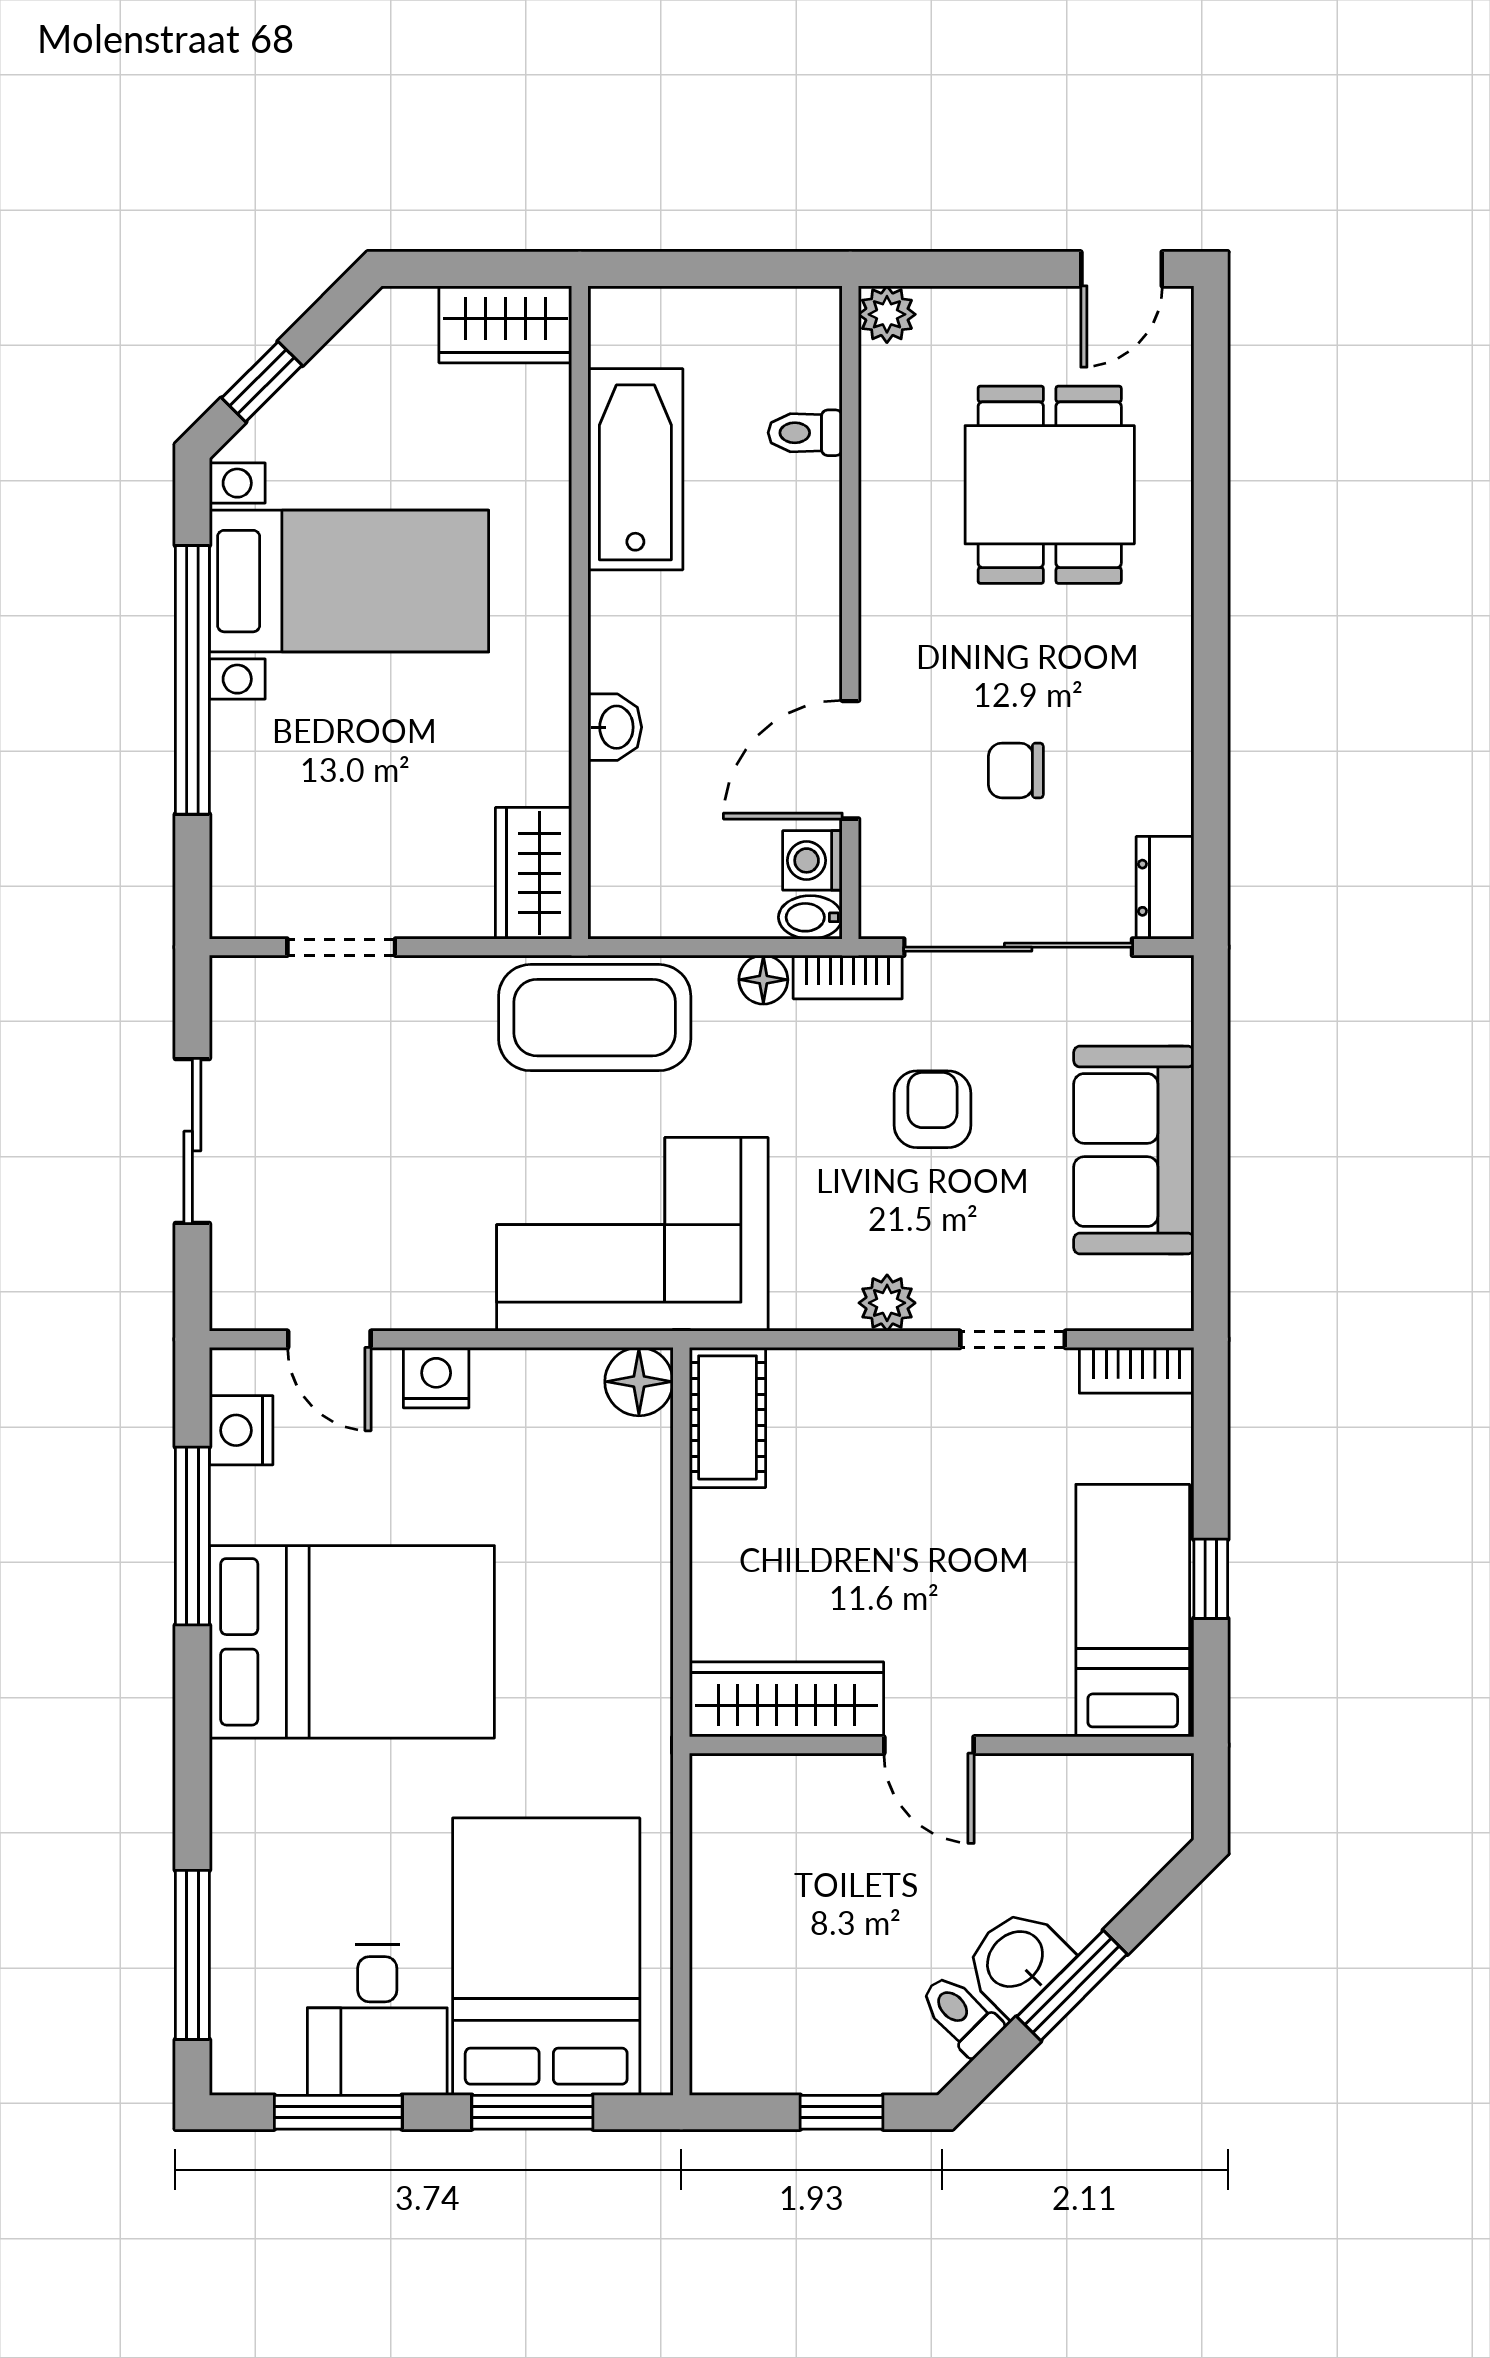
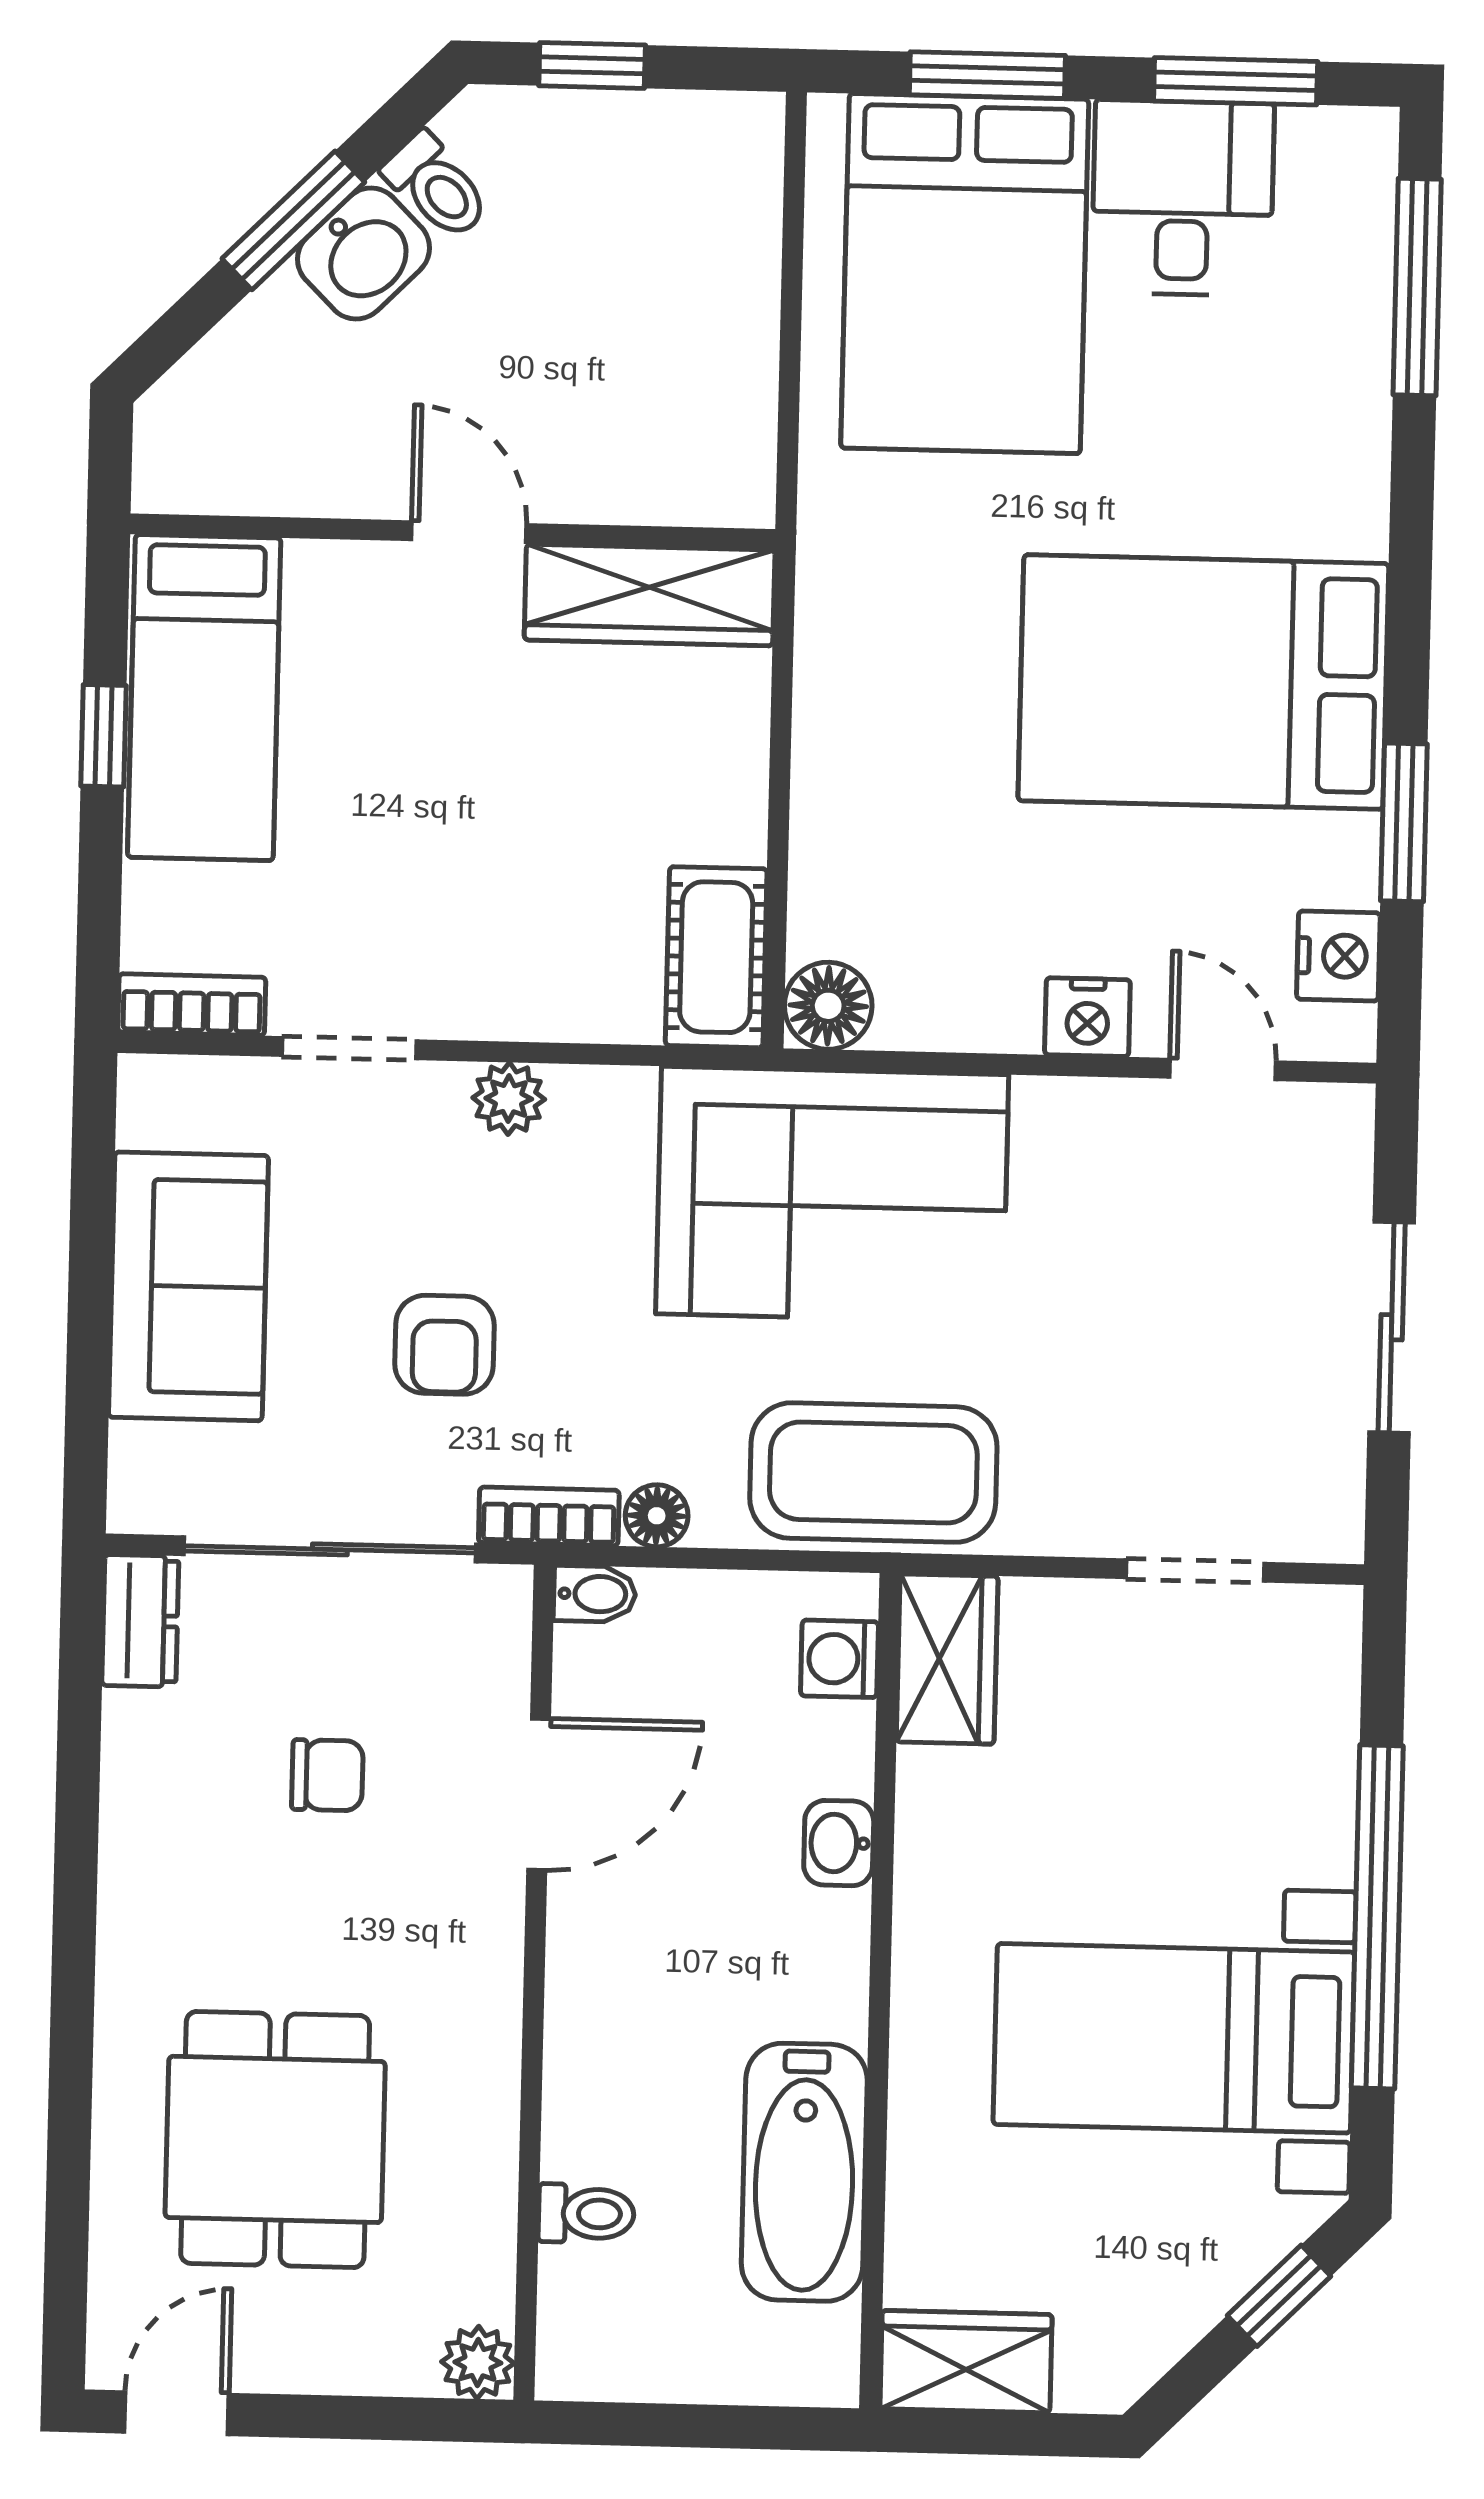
washing machine: (812, 860) -> (839, 1659), moved, turned 180
window: (192, 1536) -> (1404, 822), width x0.69

